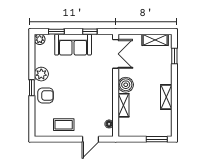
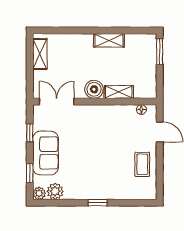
window: (174, 56) -> (59, 30), removed
plant: (41, 74) -> (55, 191), moved
armchair: (46, 95) -> (107, 186), removed

